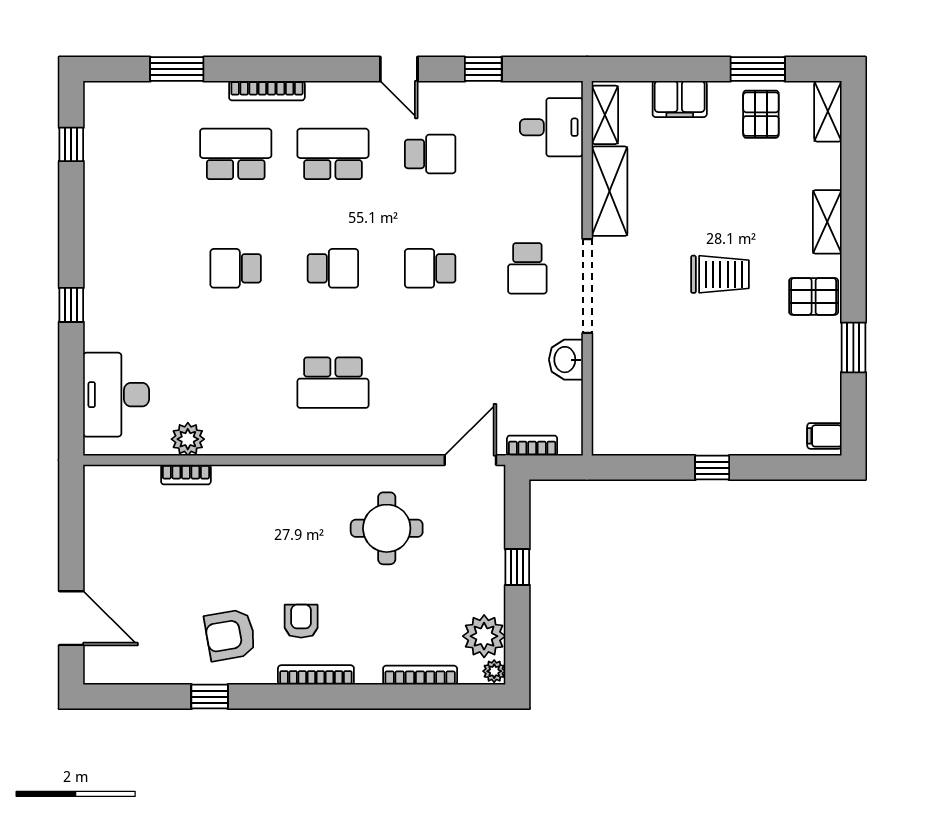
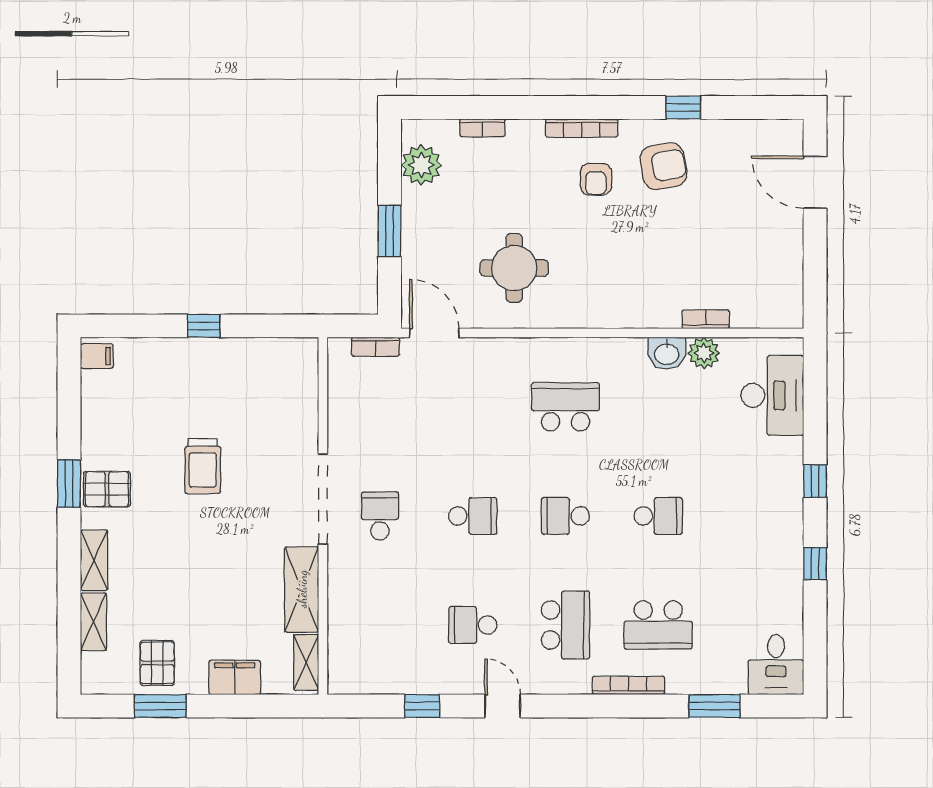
shelving: (828, 111) -> (93, 622), moved
desk: (551, 127) -> (776, 665), moved, turned -90
window: (71, 144) -> (815, 564), moved
school desk: (333, 154) -> (565, 625), turned -90
trolley: (720, 274) -> (203, 466), moved, turned -90
window: (853, 347) -> (69, 484), moved
washbasin: (566, 360) -> (667, 353), moved, turned 90
door: (470, 460) -> (434, 333), swing flipped
window: (517, 567) -> (390, 231), width x1.50
plant: (494, 671) -> (412, 132), removed
bookcase: (420, 675) -> (482, 128), width x0.64

